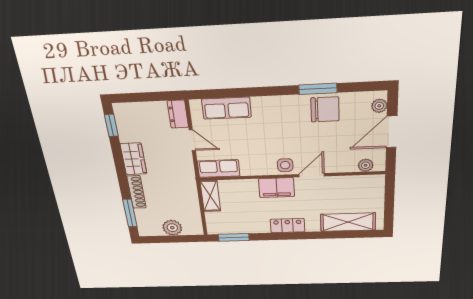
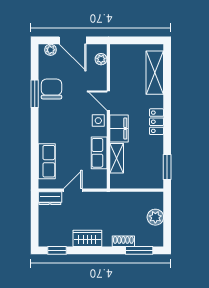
row of seats: (219, 169) -> (99, 153), moved
shoe rack: (137, 192) -> (123, 241), width x0.70
shelving: (210, 196) -> (117, 158), moved, turned 90

